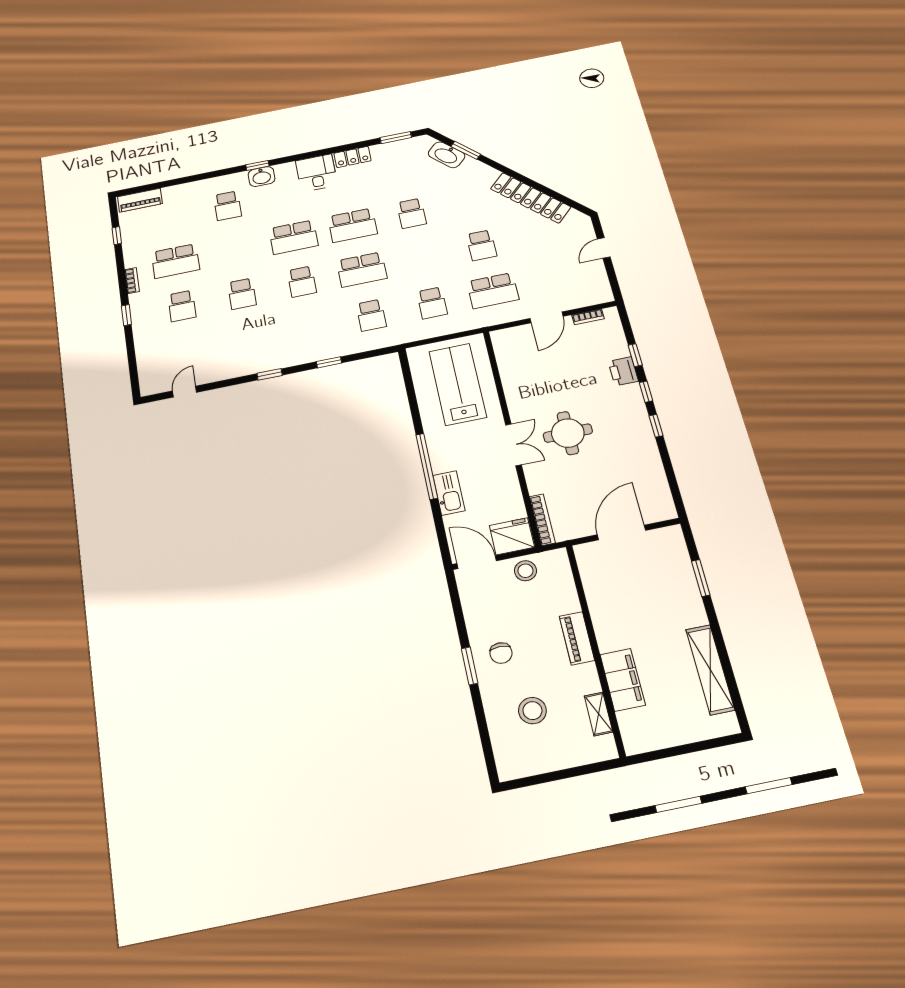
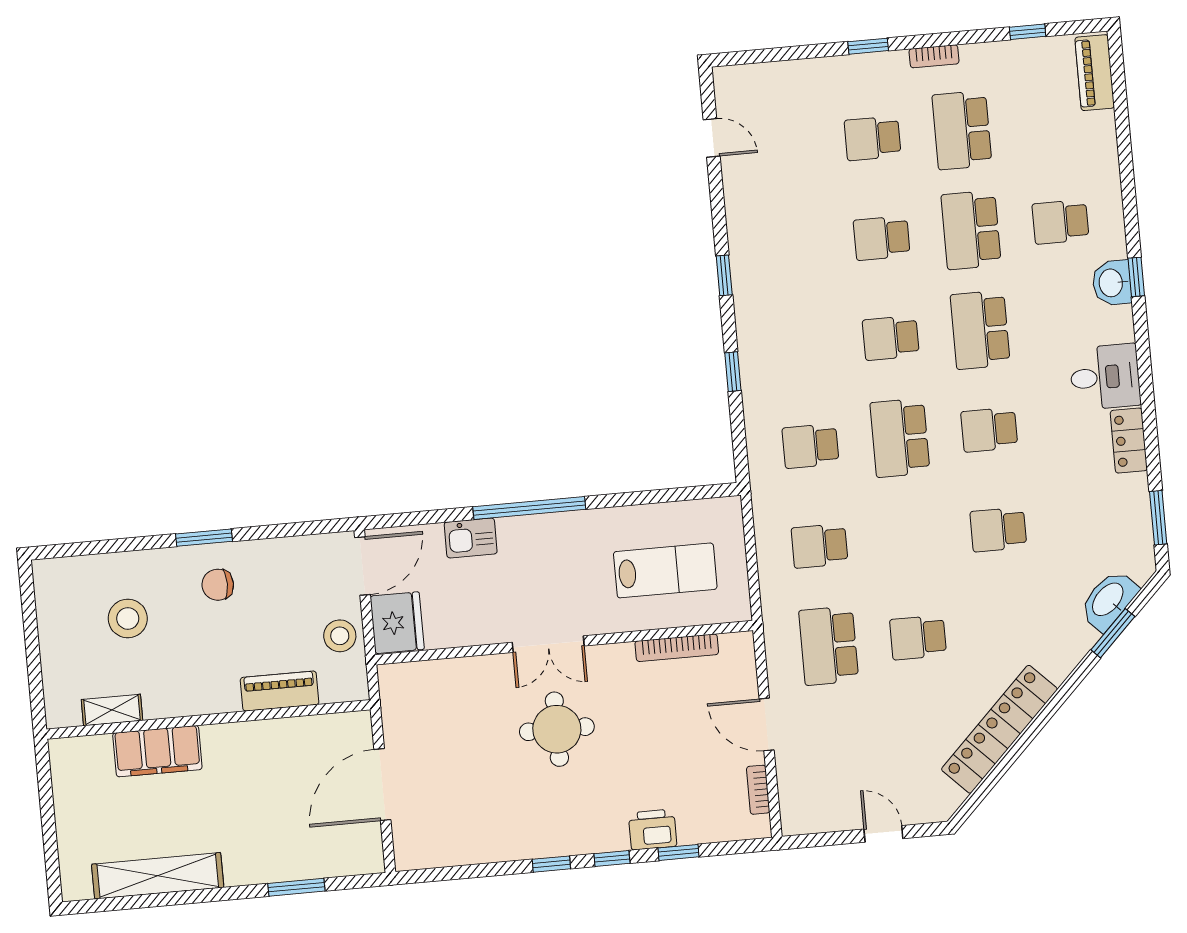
school desk: (353, 225) -> (989, 430), width x0.54
school desk: (235, 249) -> (971, 230), added
lab bench: (458, 384) -> (665, 570), width x0.73, depth x0.72
kitchen sink: (449, 493) -> (471, 538), width x0.73
bookcase: (542, 520) -> (677, 648), moved
door: (621, 533) -> (382, 785), swing flipped
piano: (577, 638) -> (280, 691), moved

